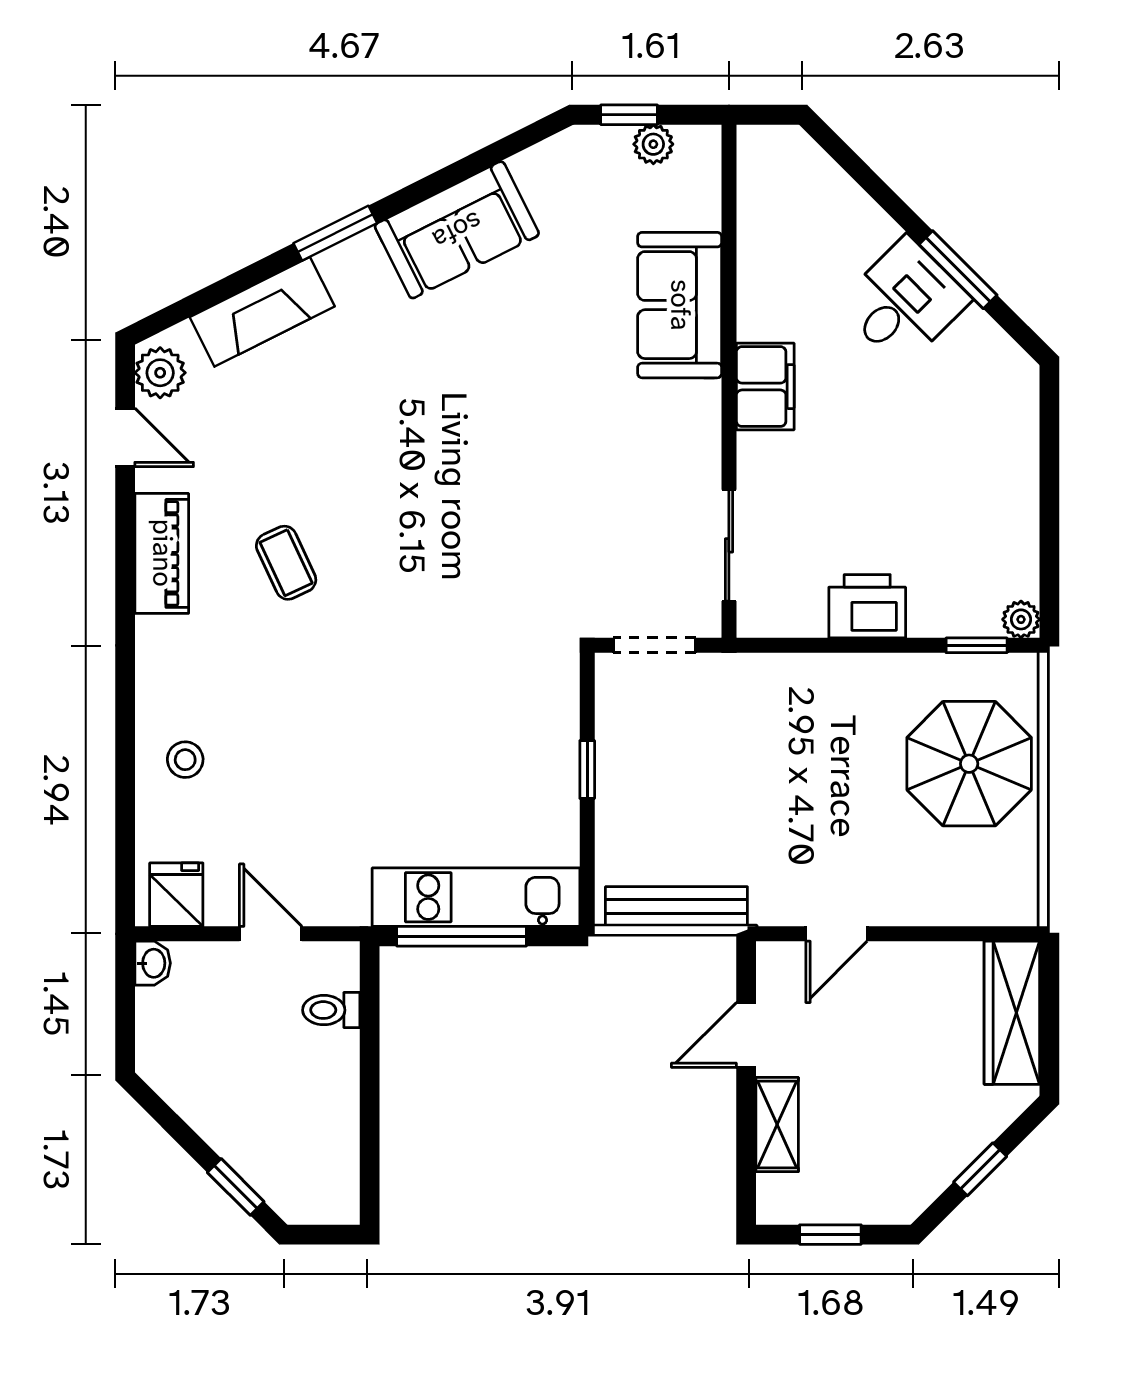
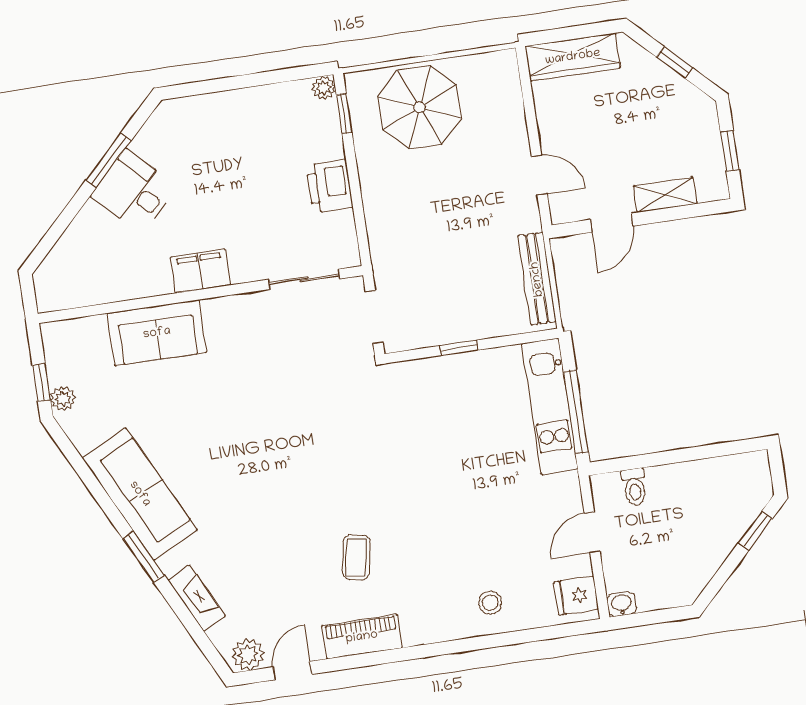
plant: (653, 144) -> (63, 399), moved
sofa: (457, 230) -> (140, 494), width x1.36
fireplace: (262, 312) -> (197, 598), width x0.73, depth x0.76
coffee table: (286, 563) -> (356, 557), turned -55
door: (746, 1035) -> (612, 223), hinge flipped

